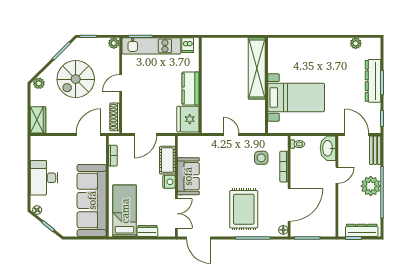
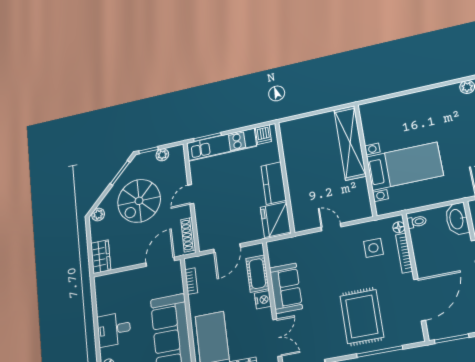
plant: (114, 43) -> (162, 155), moved
desk: (44, 178) -> (114, 329), width x0.73
floor lamp: (283, 230) -> (399, 227), moved

